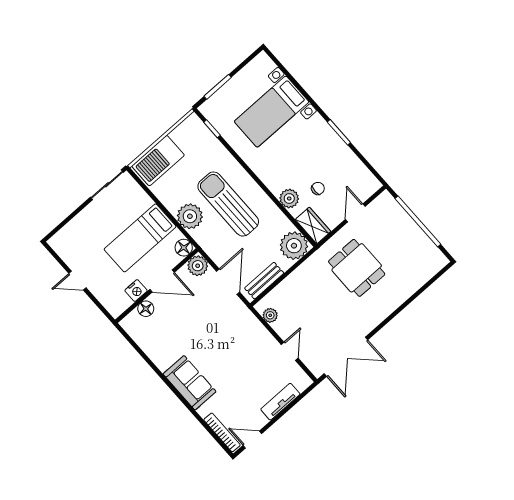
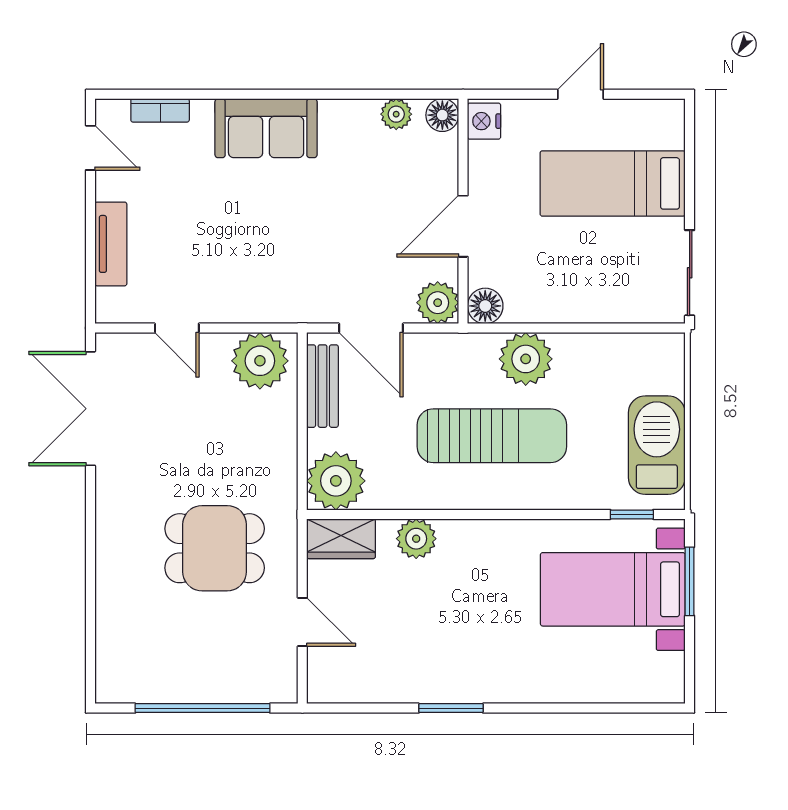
bed with nightstands: (272, 112) -> (613, 589), moved, turned -90
barbecue: (158, 161) -> (657, 445), moved
chair: (318, 188) -> (392, 597), removed
bed: (140, 238) -> (613, 183), moved, turned -90
nightstand: (136, 291) -> (484, 121), moved
floor lamp: (146, 309) -> (442, 115), moved
plant: (270, 315) -> (260, 361), width x1.88, depth x1.88
plant: (143, 340) -> (396, 114), added
bookcase: (222, 432) -> (160, 110), width x0.64
door: (252, 440) -> (90, 148), hinge flipped

